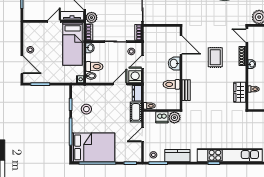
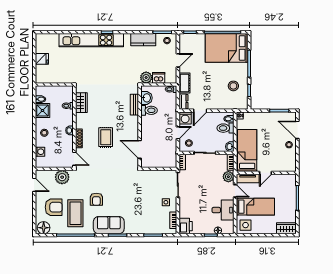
washbasin: (174, 63) -> (146, 98), moved

